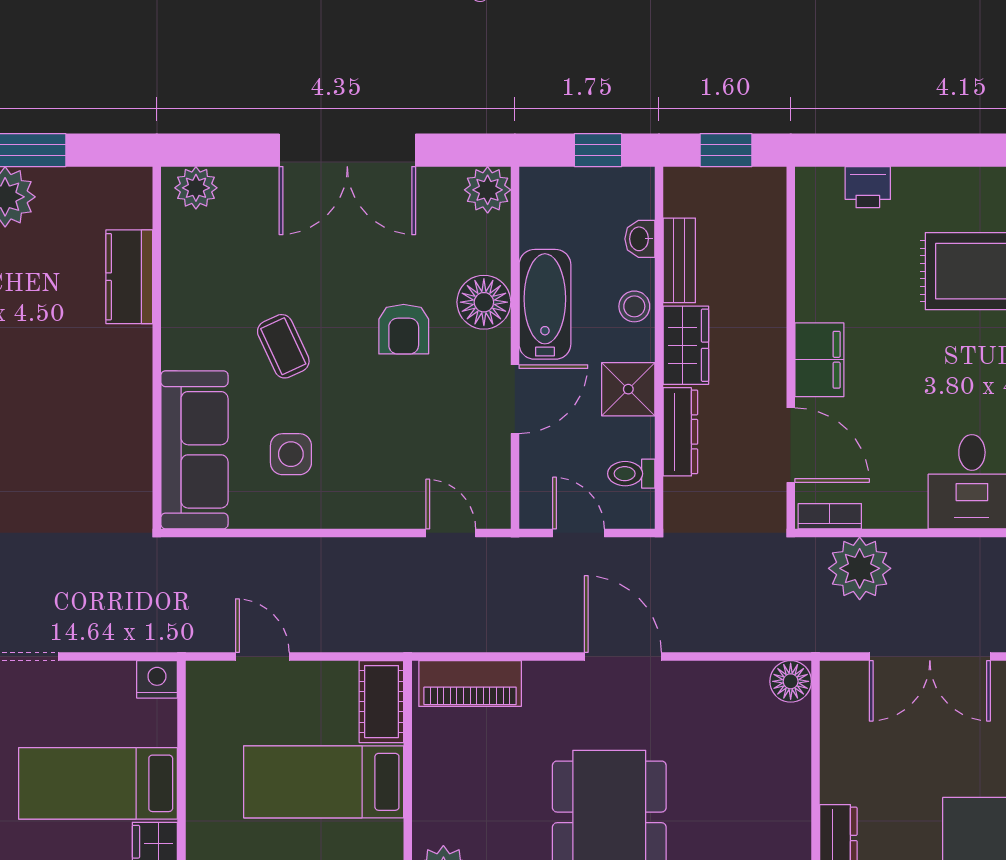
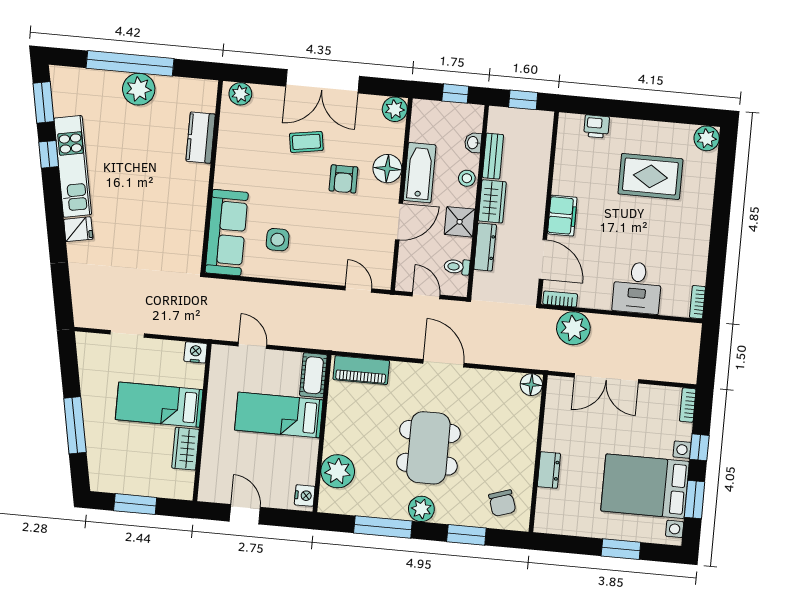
coffee table: (283, 346) -> (306, 142), moved, turned -74

